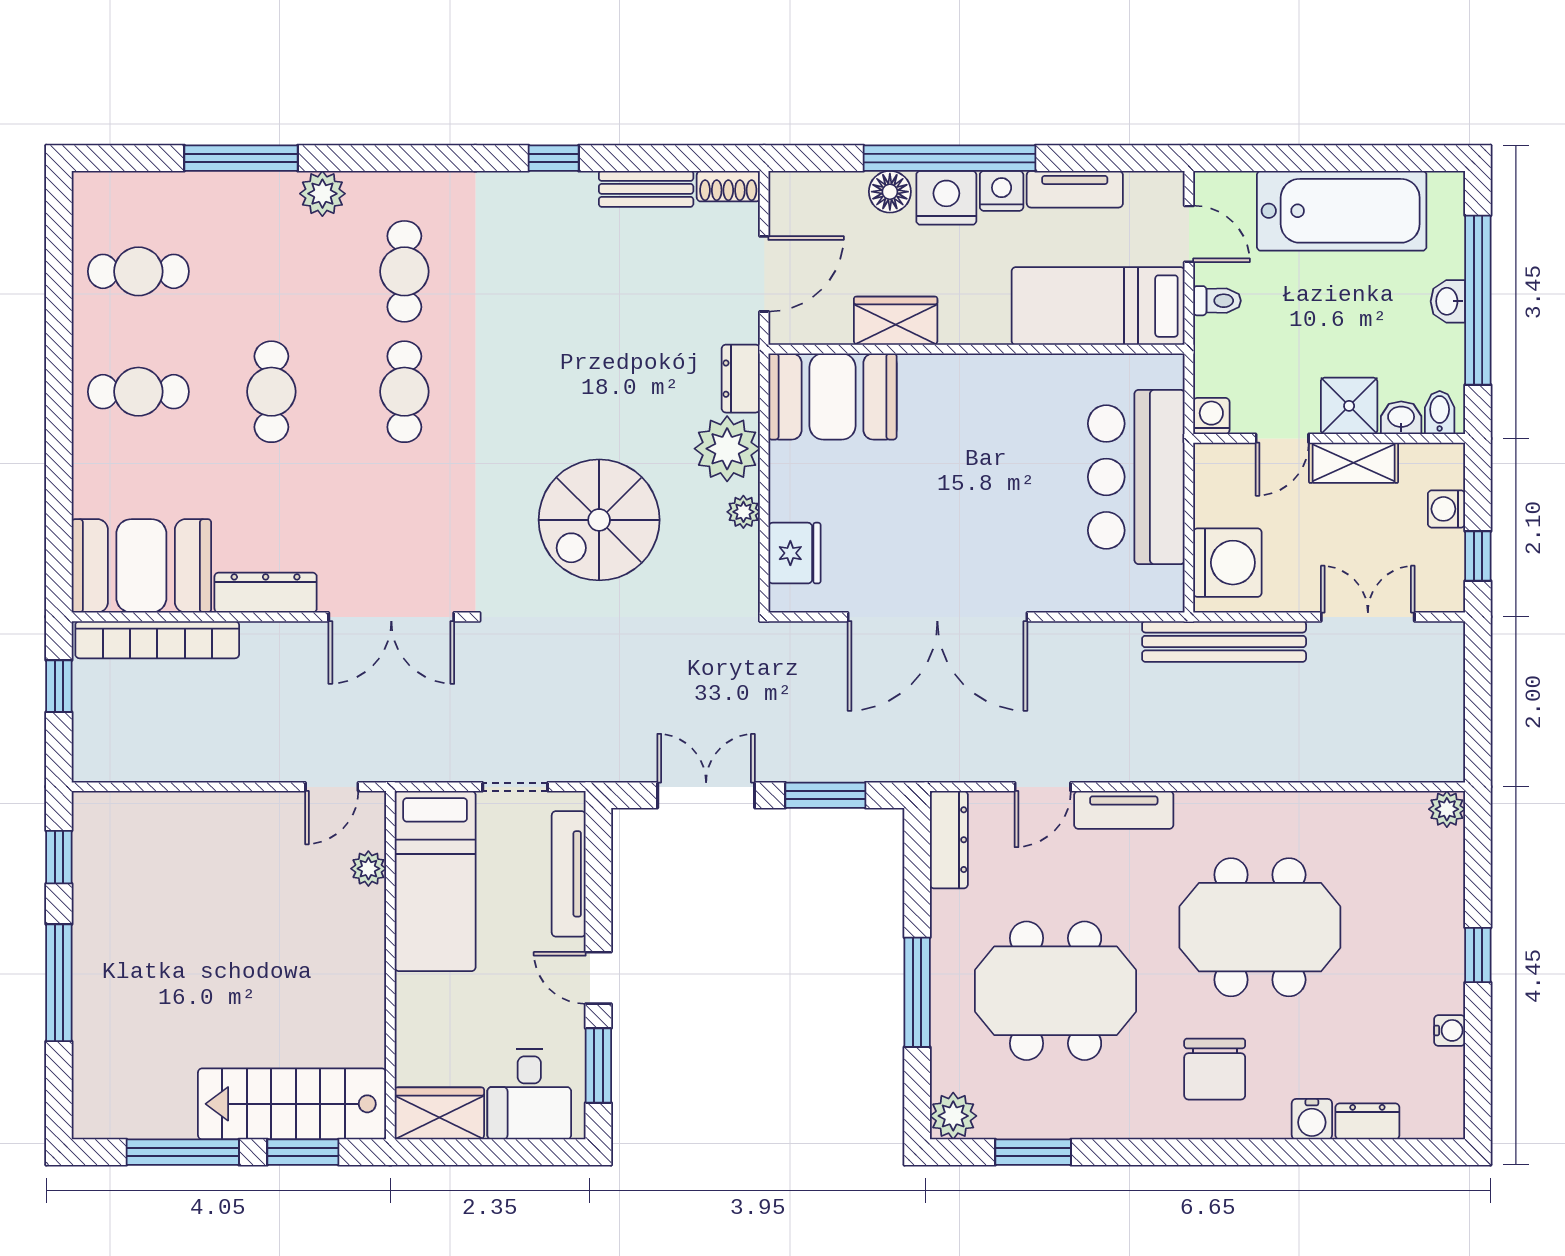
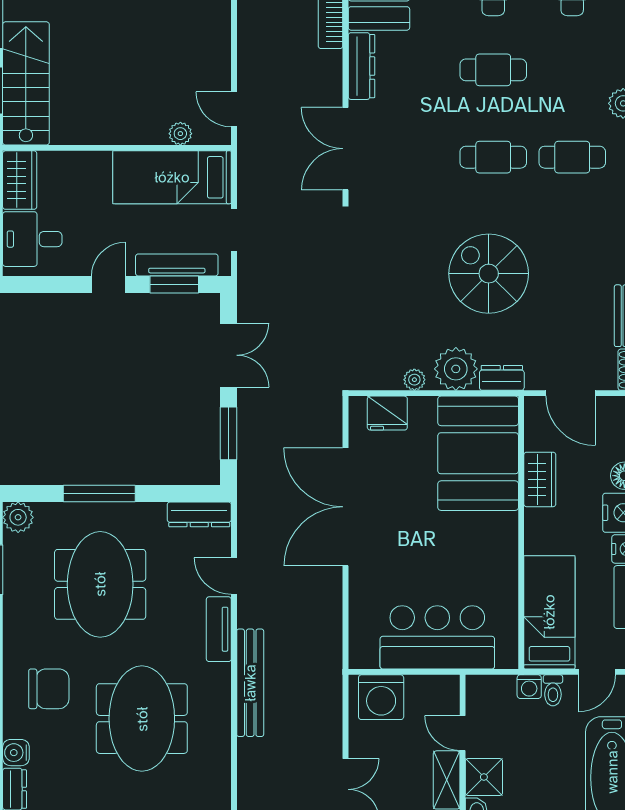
booth: (832, 396) -> (478, 453), width x1.36, depth x1.42
washing machine: (1211, 416) -> (529, 687), moved, turned 90
spiral stairs: (599, 520) -> (489, 274), moved
bench: (1224, 641) -> (250, 683), moved
window: (598, 1065) -> (174, 284), moved
chair: (1215, 1069) -> (49, 689), turned 180

